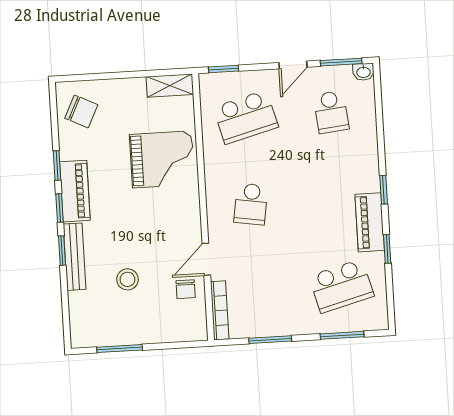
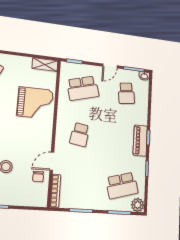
piano: (370, 222) -> (140, 141), moved
plant: (376, 318) -> (138, 205), added

